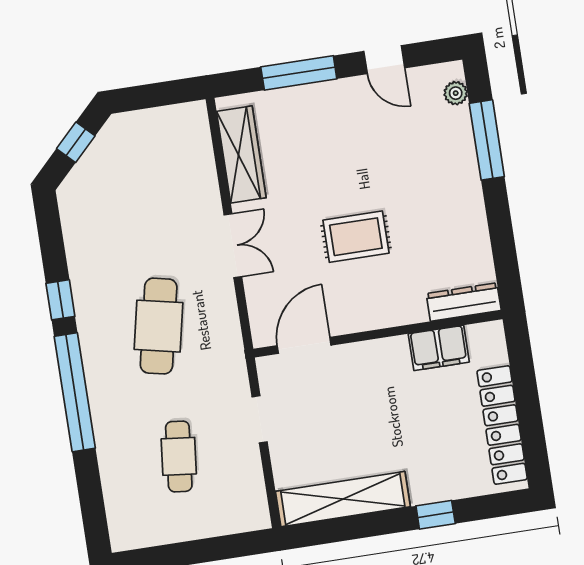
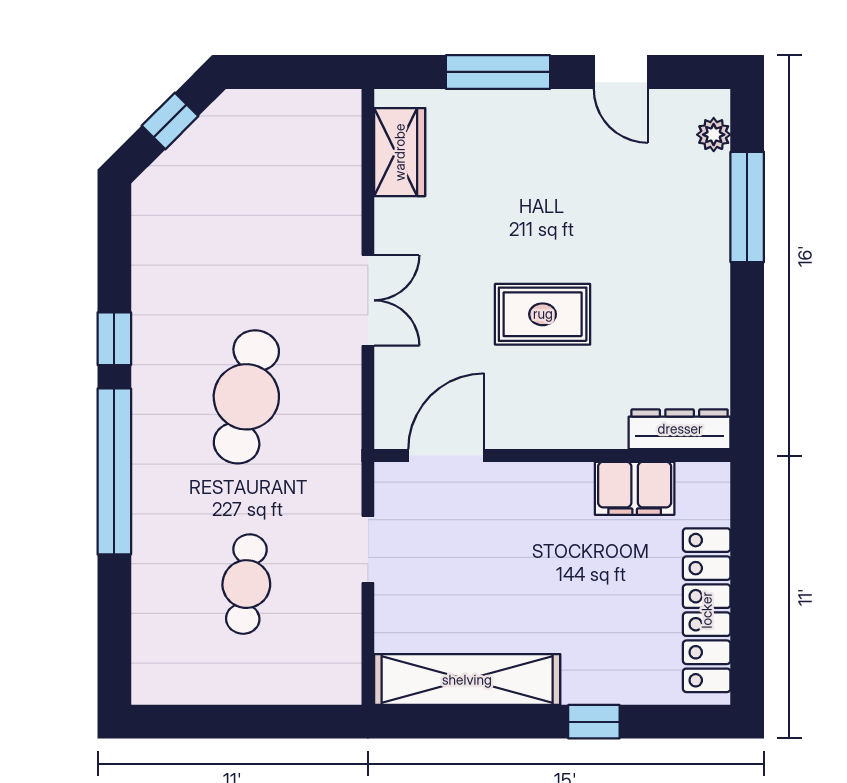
wardrobe: (241, 154) -> (400, 152), width x0.67

